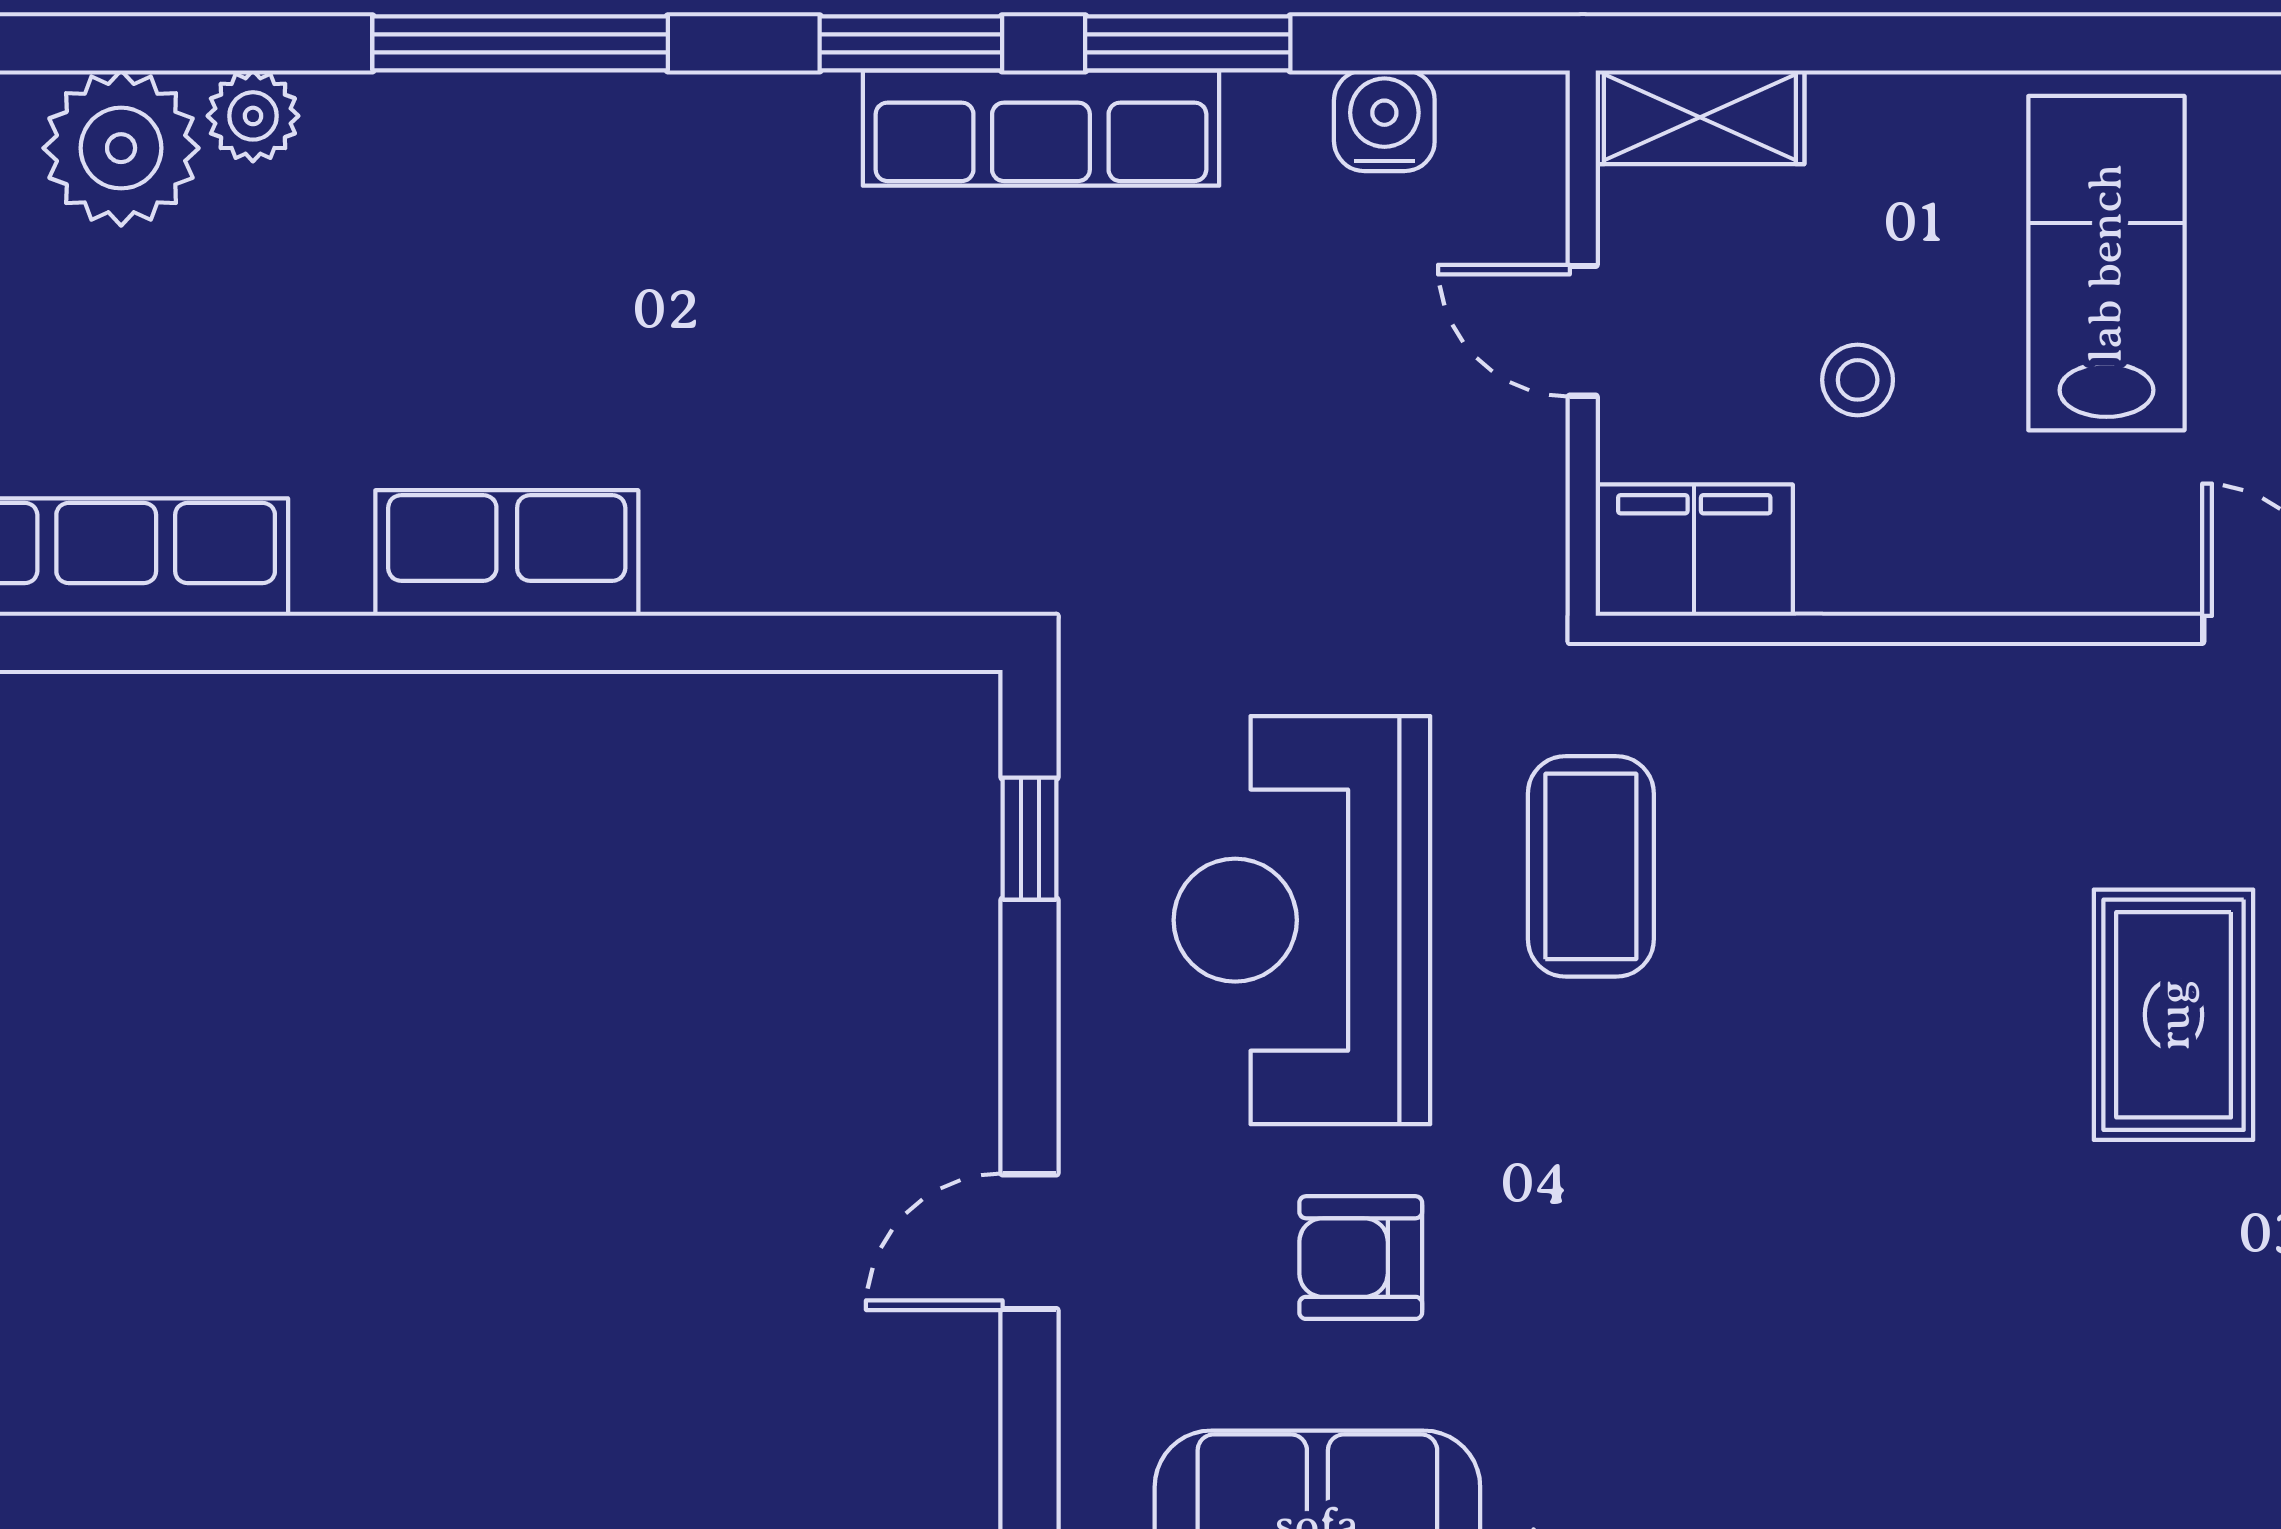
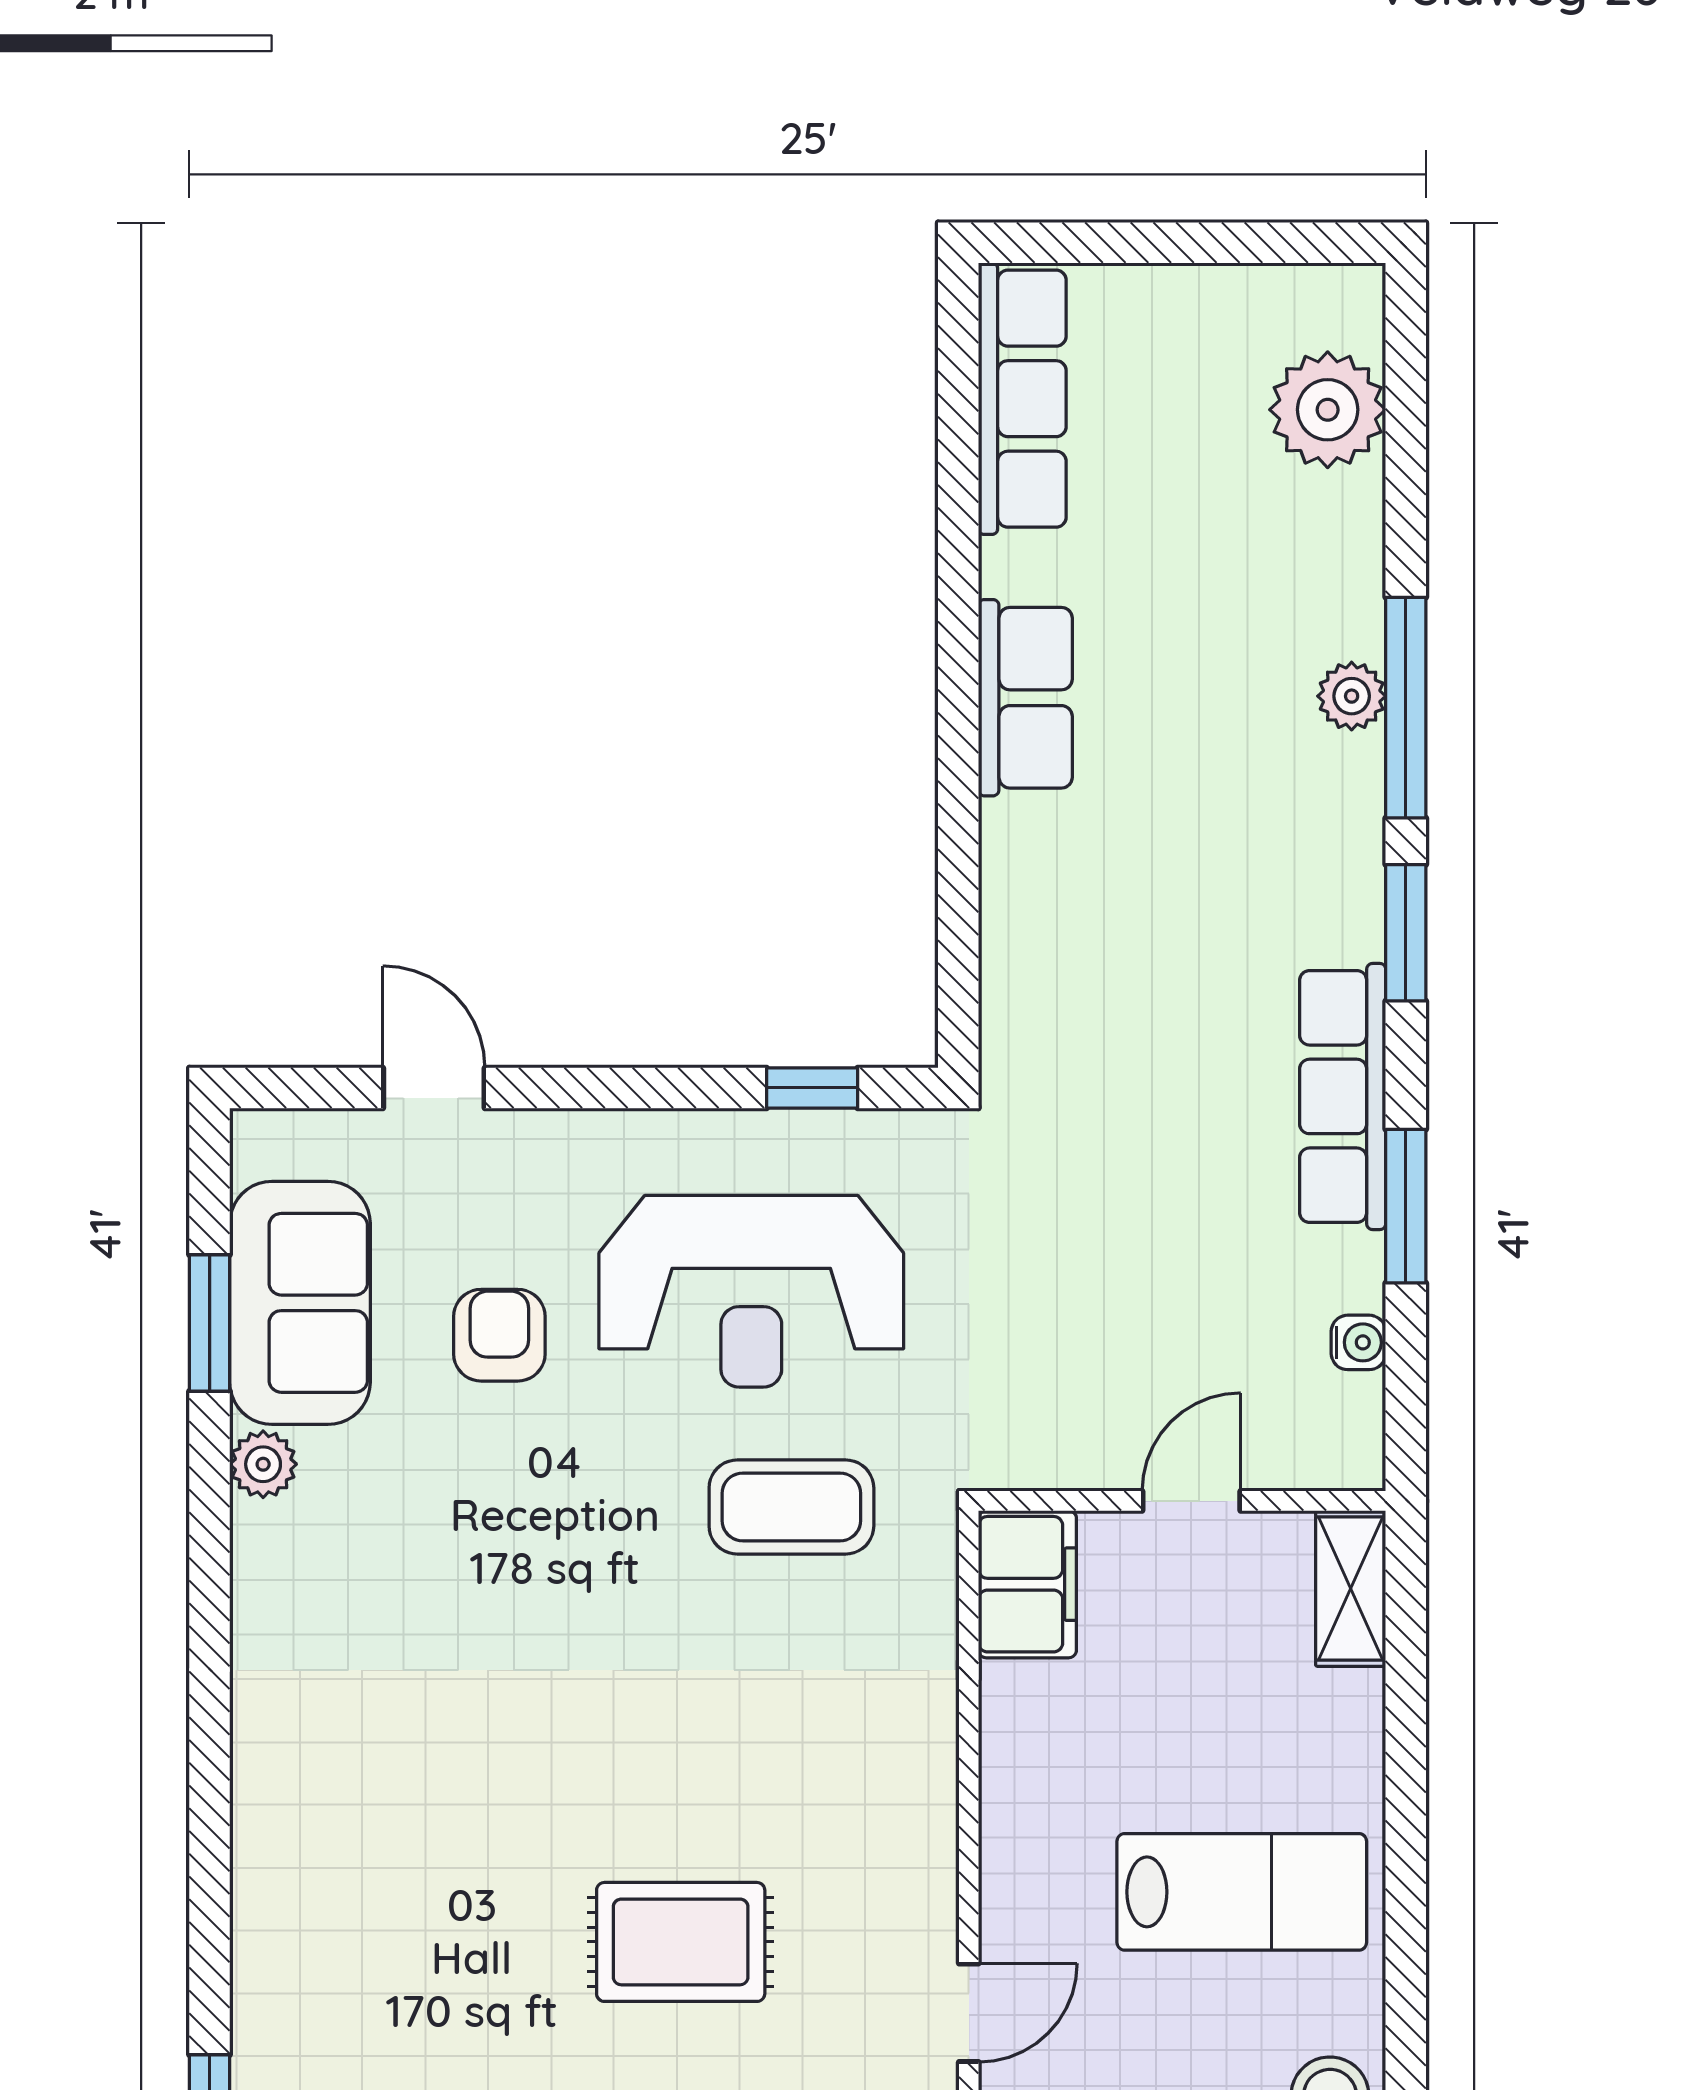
window: (911, 43) -> (1406, 933), moved
plant: (253, 116) -> (1352, 696), moved
water cooler: (1384, 121) -> (1358, 1342), width x0.72, depth x0.72
stool: (1858, 380) -> (1155, 1706), removed
reception desk: (1302, 920) -> (751, 1291), turned 180
door: (1030, 1242) -> (434, 1088), moved

